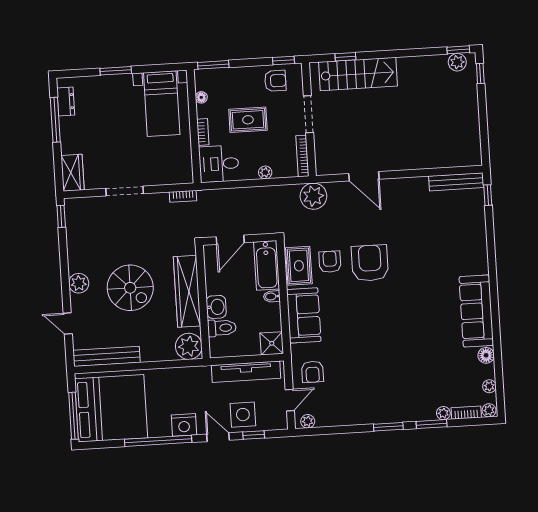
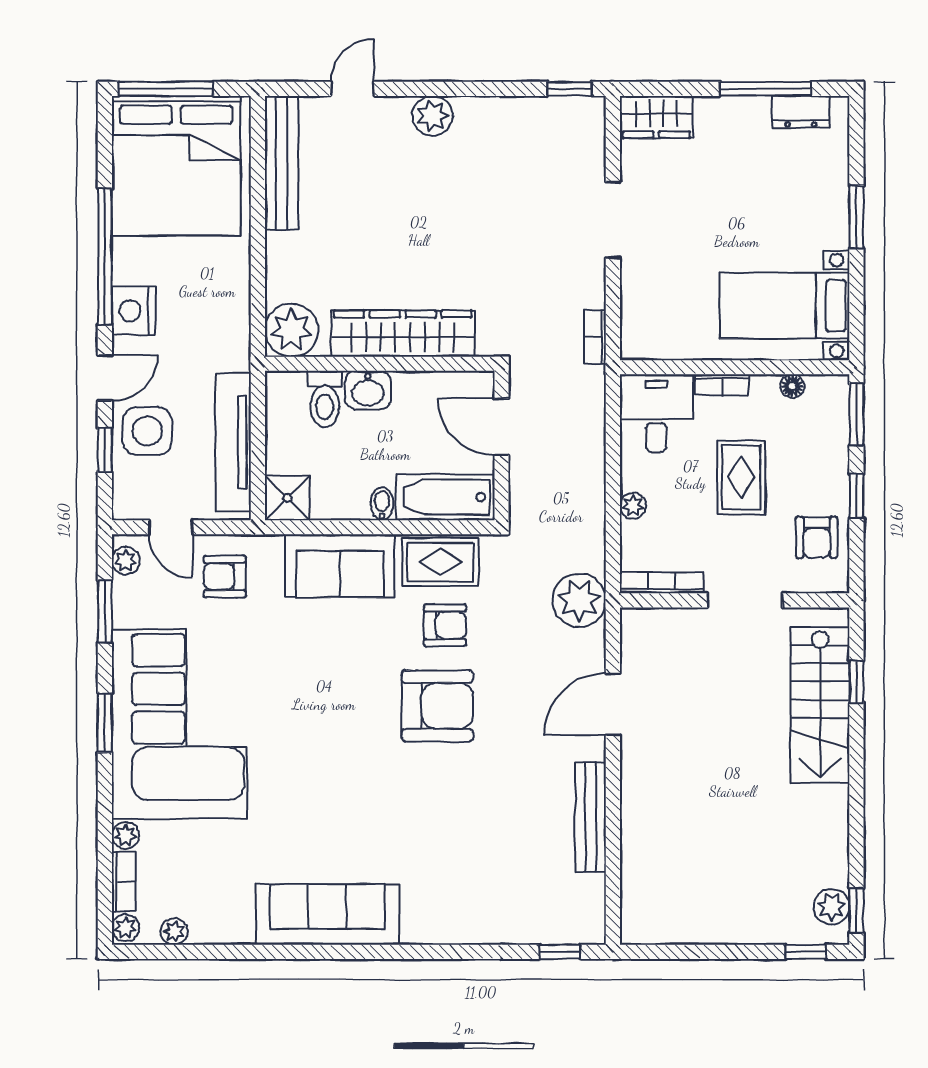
window: (283, 61) -> (856, 496), moved
bench: (456, 182) -> (591, 817), moved
spiral stairs: (130, 288) -> (417, 219), removed
floor lamp: (486, 355) -> (237, 929), removed
corner sofa: (387, 390) -> (179, 724), added
window: (432, 424) -> (105, 612), moved

